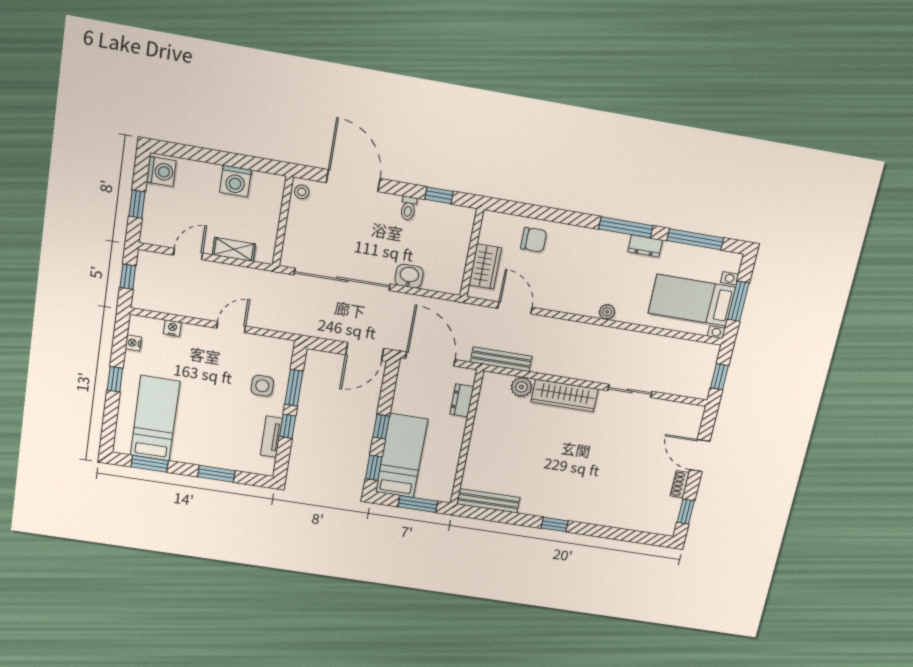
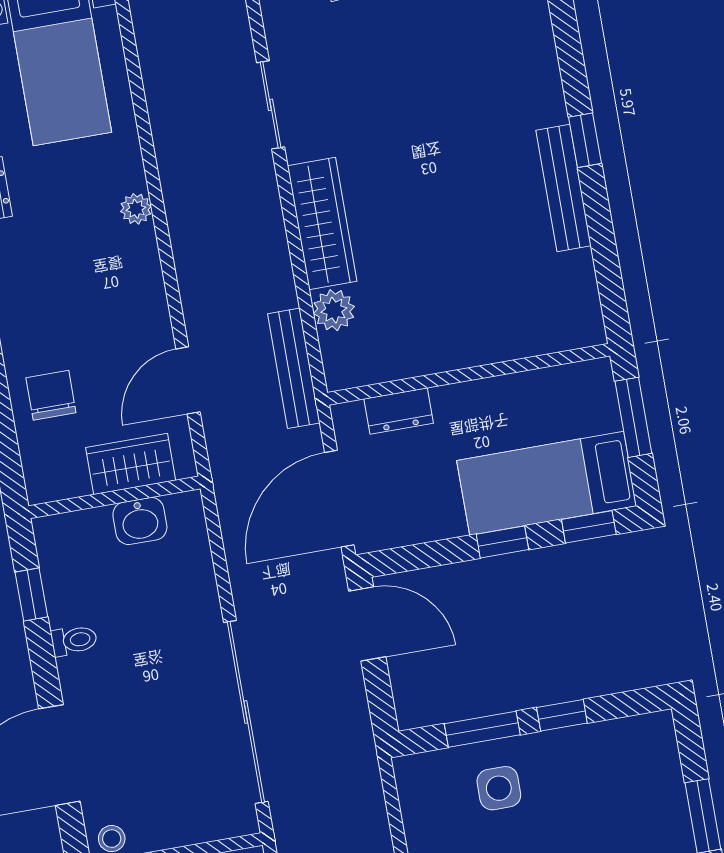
washbasin: (409, 276) -> (140, 521), moved, turned -90
tv unit: (271, 437) -> (593, 738), removed
bench: (488, 501) -> (564, 188), moved

